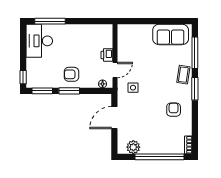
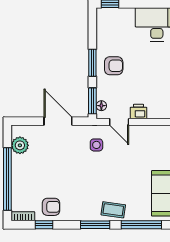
armchair: (71, 74) -> (114, 66), turned 90
window: (42, 91) -> (92, 101), moved
armchair: (174, 110) -> (51, 207), moved
window: (195, 128) -> (44, 225), added

